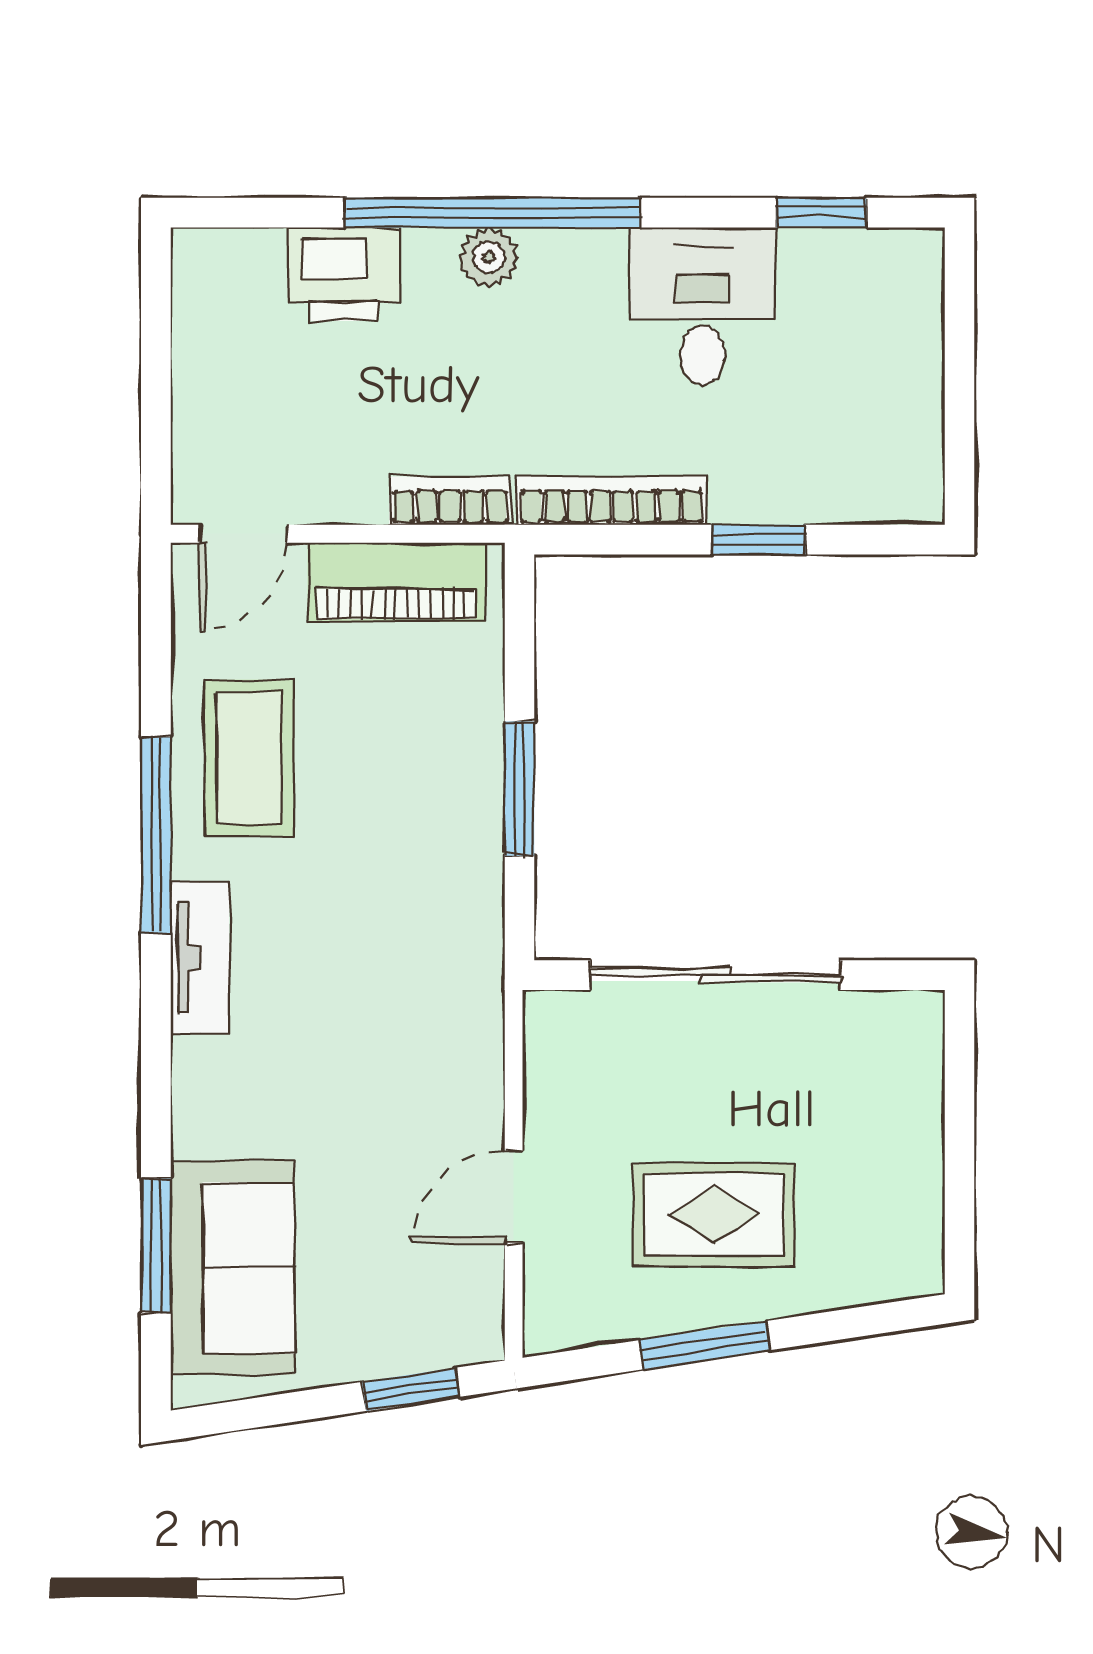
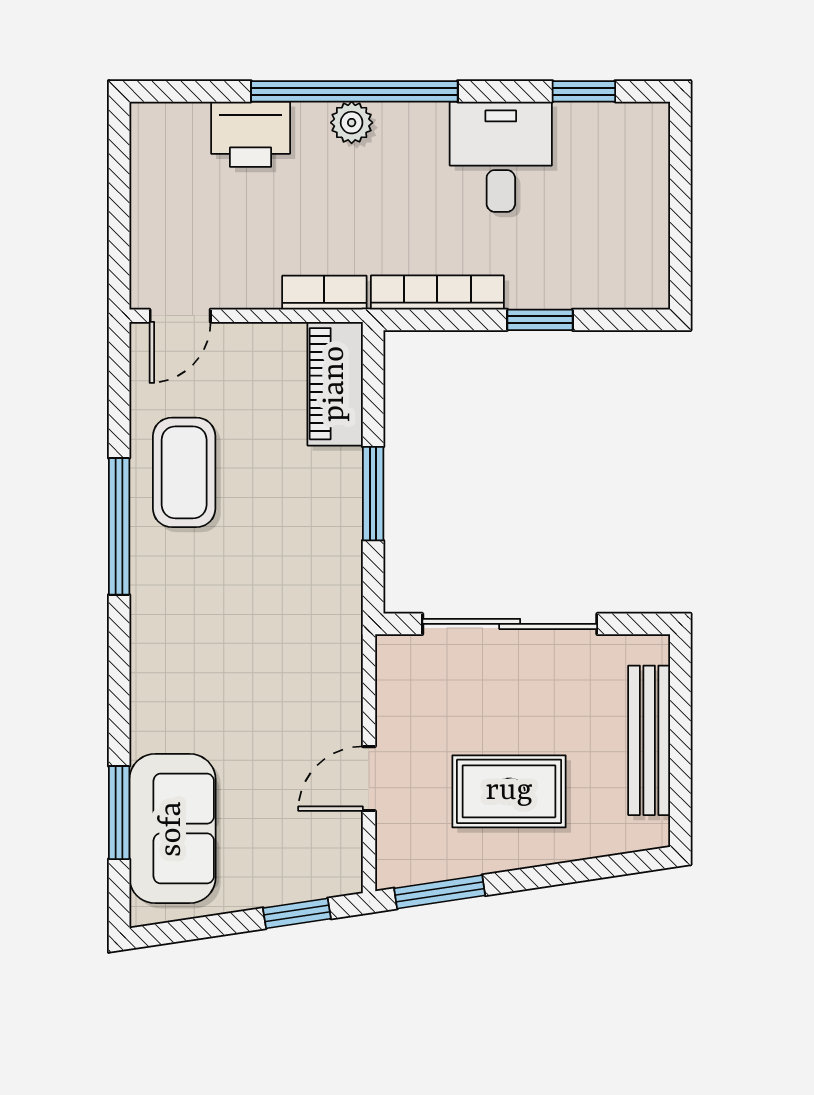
piano: (396, 582) -> (335, 384), moved, turned 90
tv unit: (200, 958) -> (150, 612), removed
bench: (915, 1142) -> (649, 740), added
window: (705, 1345) -> (440, 892), moved

